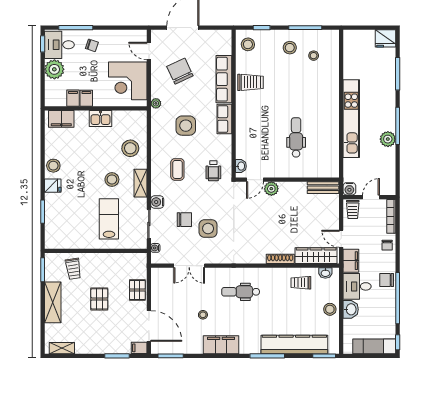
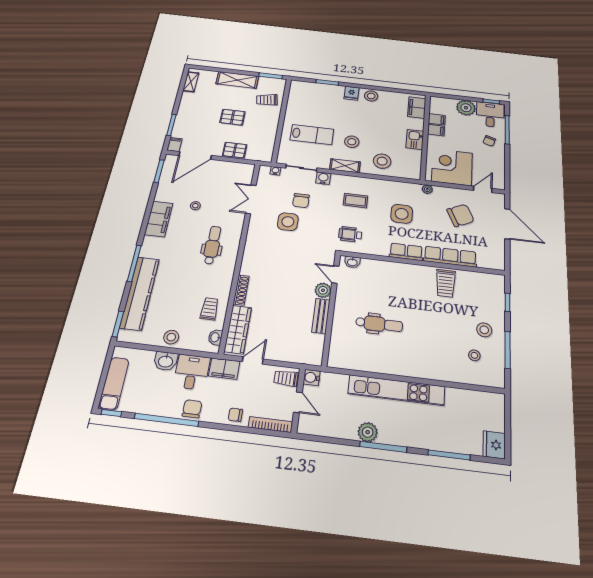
stool: (248, 44) -> (489, 286), removed
bench: (323, 188) -> (321, 316), moved

